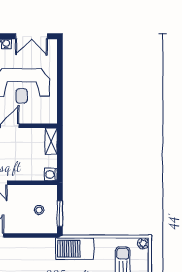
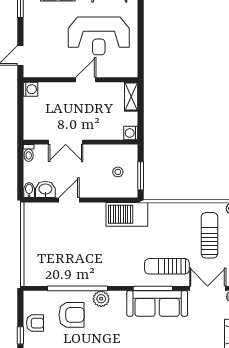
barbecue: (74, 249) -> (127, 214), moved

